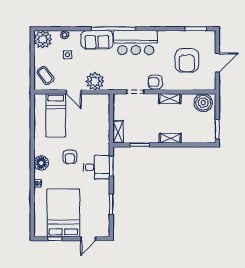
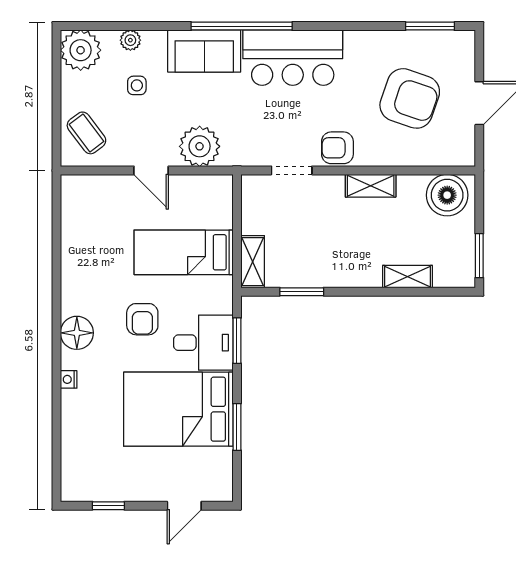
armchair: (187, 60) -> (410, 98), turned -71
bed: (56, 115) -> (184, 252), moved, turned 90
shelving: (170, 138) -> (408, 277), moved
bed: (63, 213) -> (178, 409), moved, turned -90

